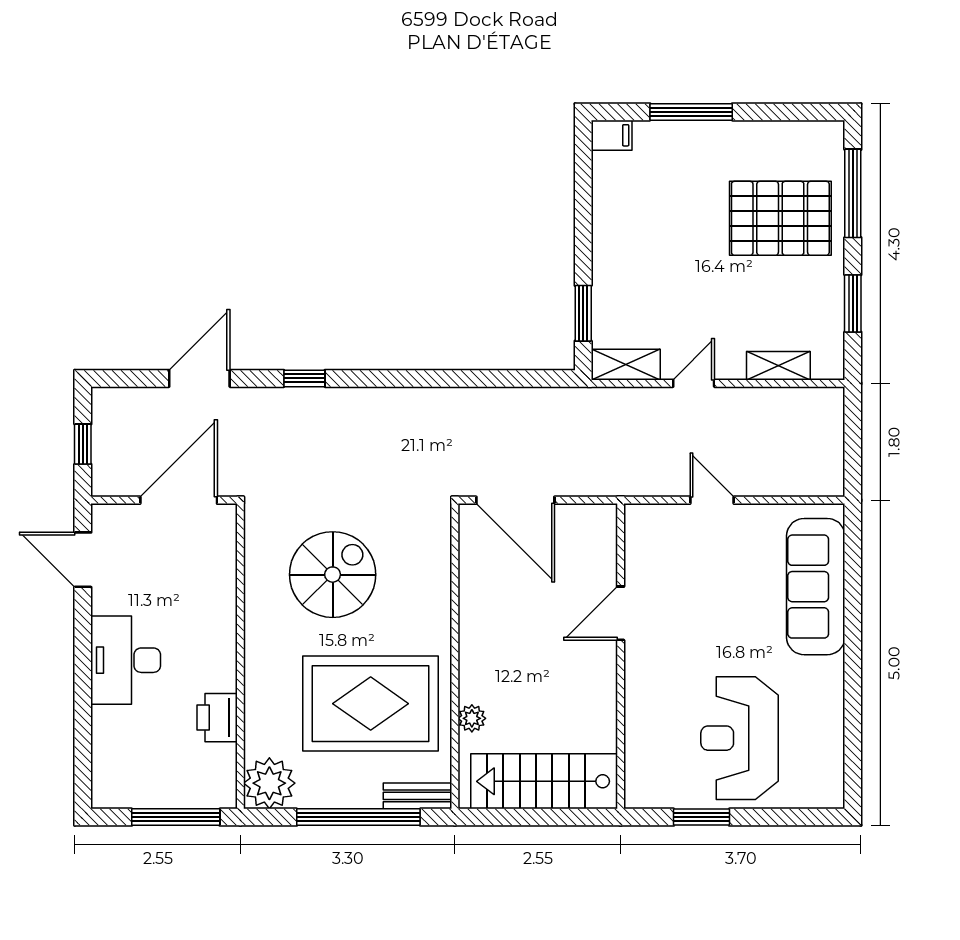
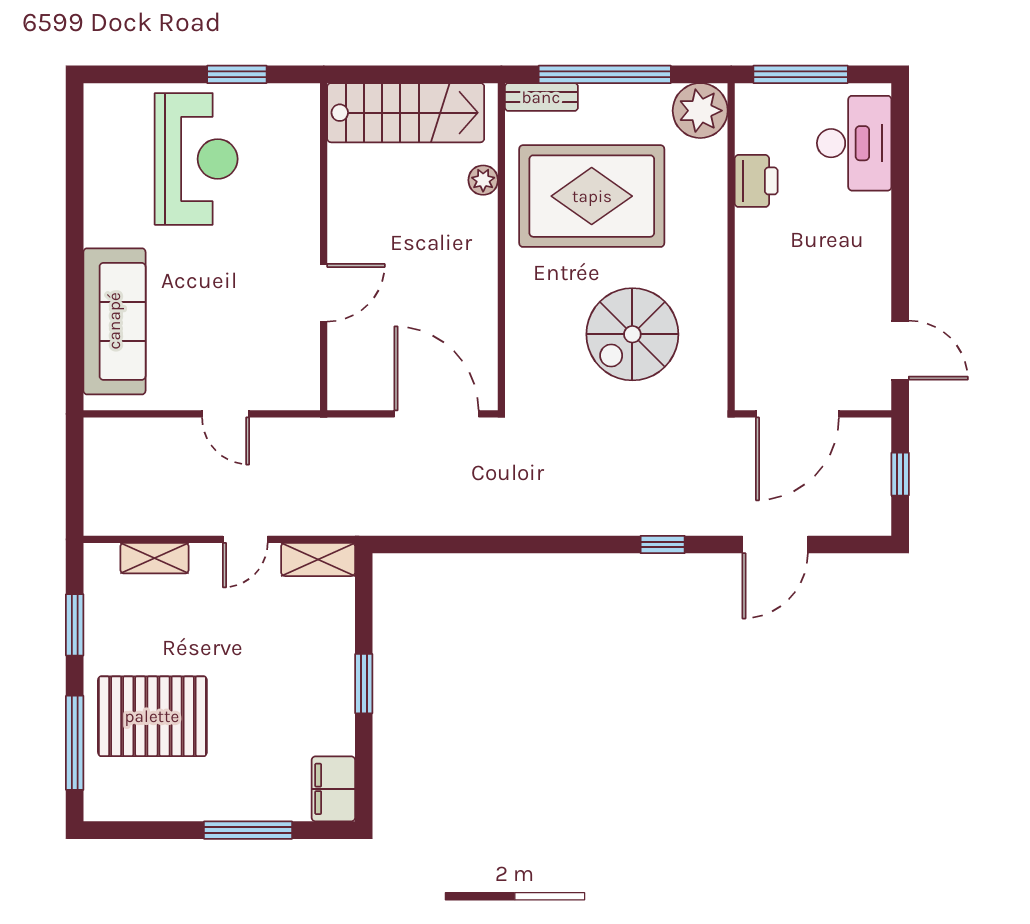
filing cabinet: (612, 135) -> (333, 789), width x2.00
window: (583, 313) -> (364, 684), moved
desk: (126, 660) -> (854, 143), moved

